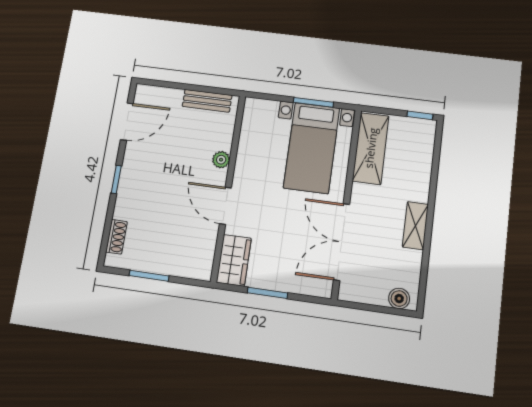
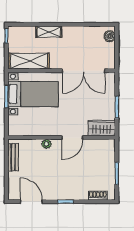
shelving: (415, 226) -> (49, 32), moved

